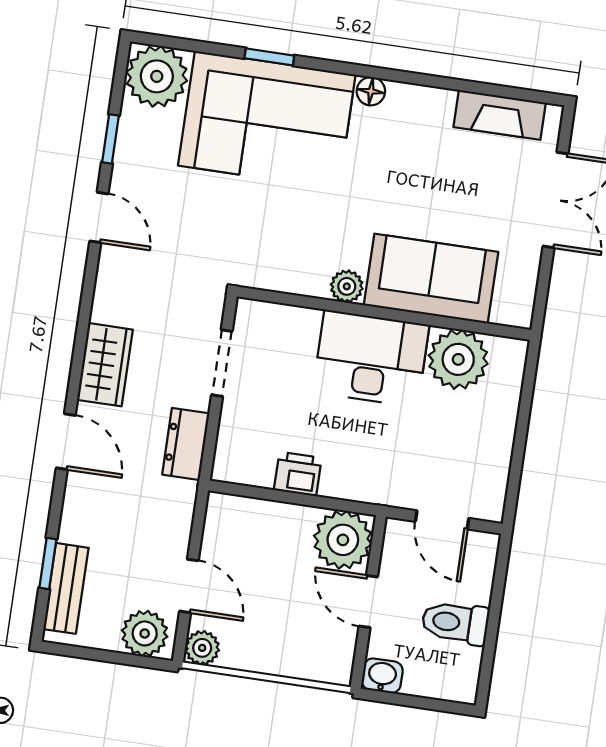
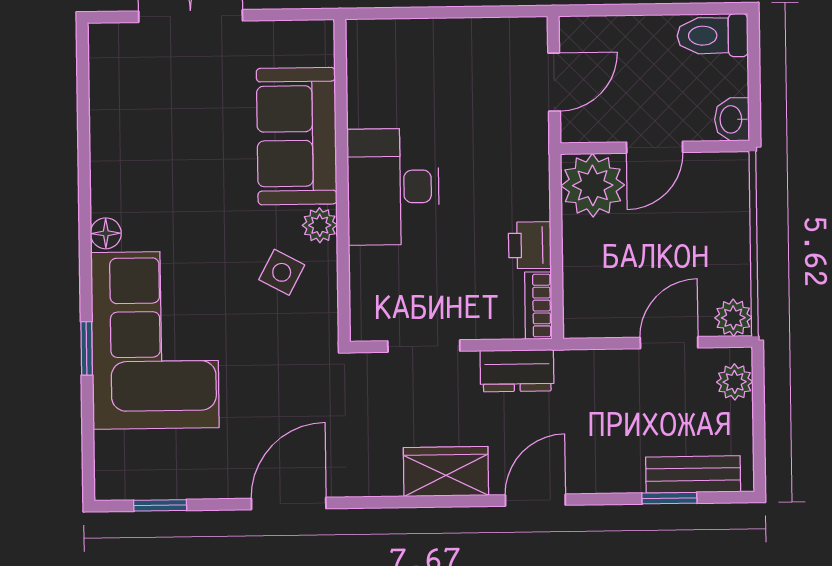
plant: (157, 76) -> (127, 466), removed
fireplace: (500, 115) -> (109, 91), removed
window: (111, 139) -> (160, 505), moved
door: (99, 217) -> (289, 504), width x1.37
side table: (310, 245) -> (282, 272), added
plant: (458, 359) -> (379, 93), removed
bookcase: (242, 473) -> (538, 306), added
toilet: (455, 623) -> (713, 36), moved, turned 90
plant: (145, 633) -> (735, 382), width x0.73, depth x0.73

